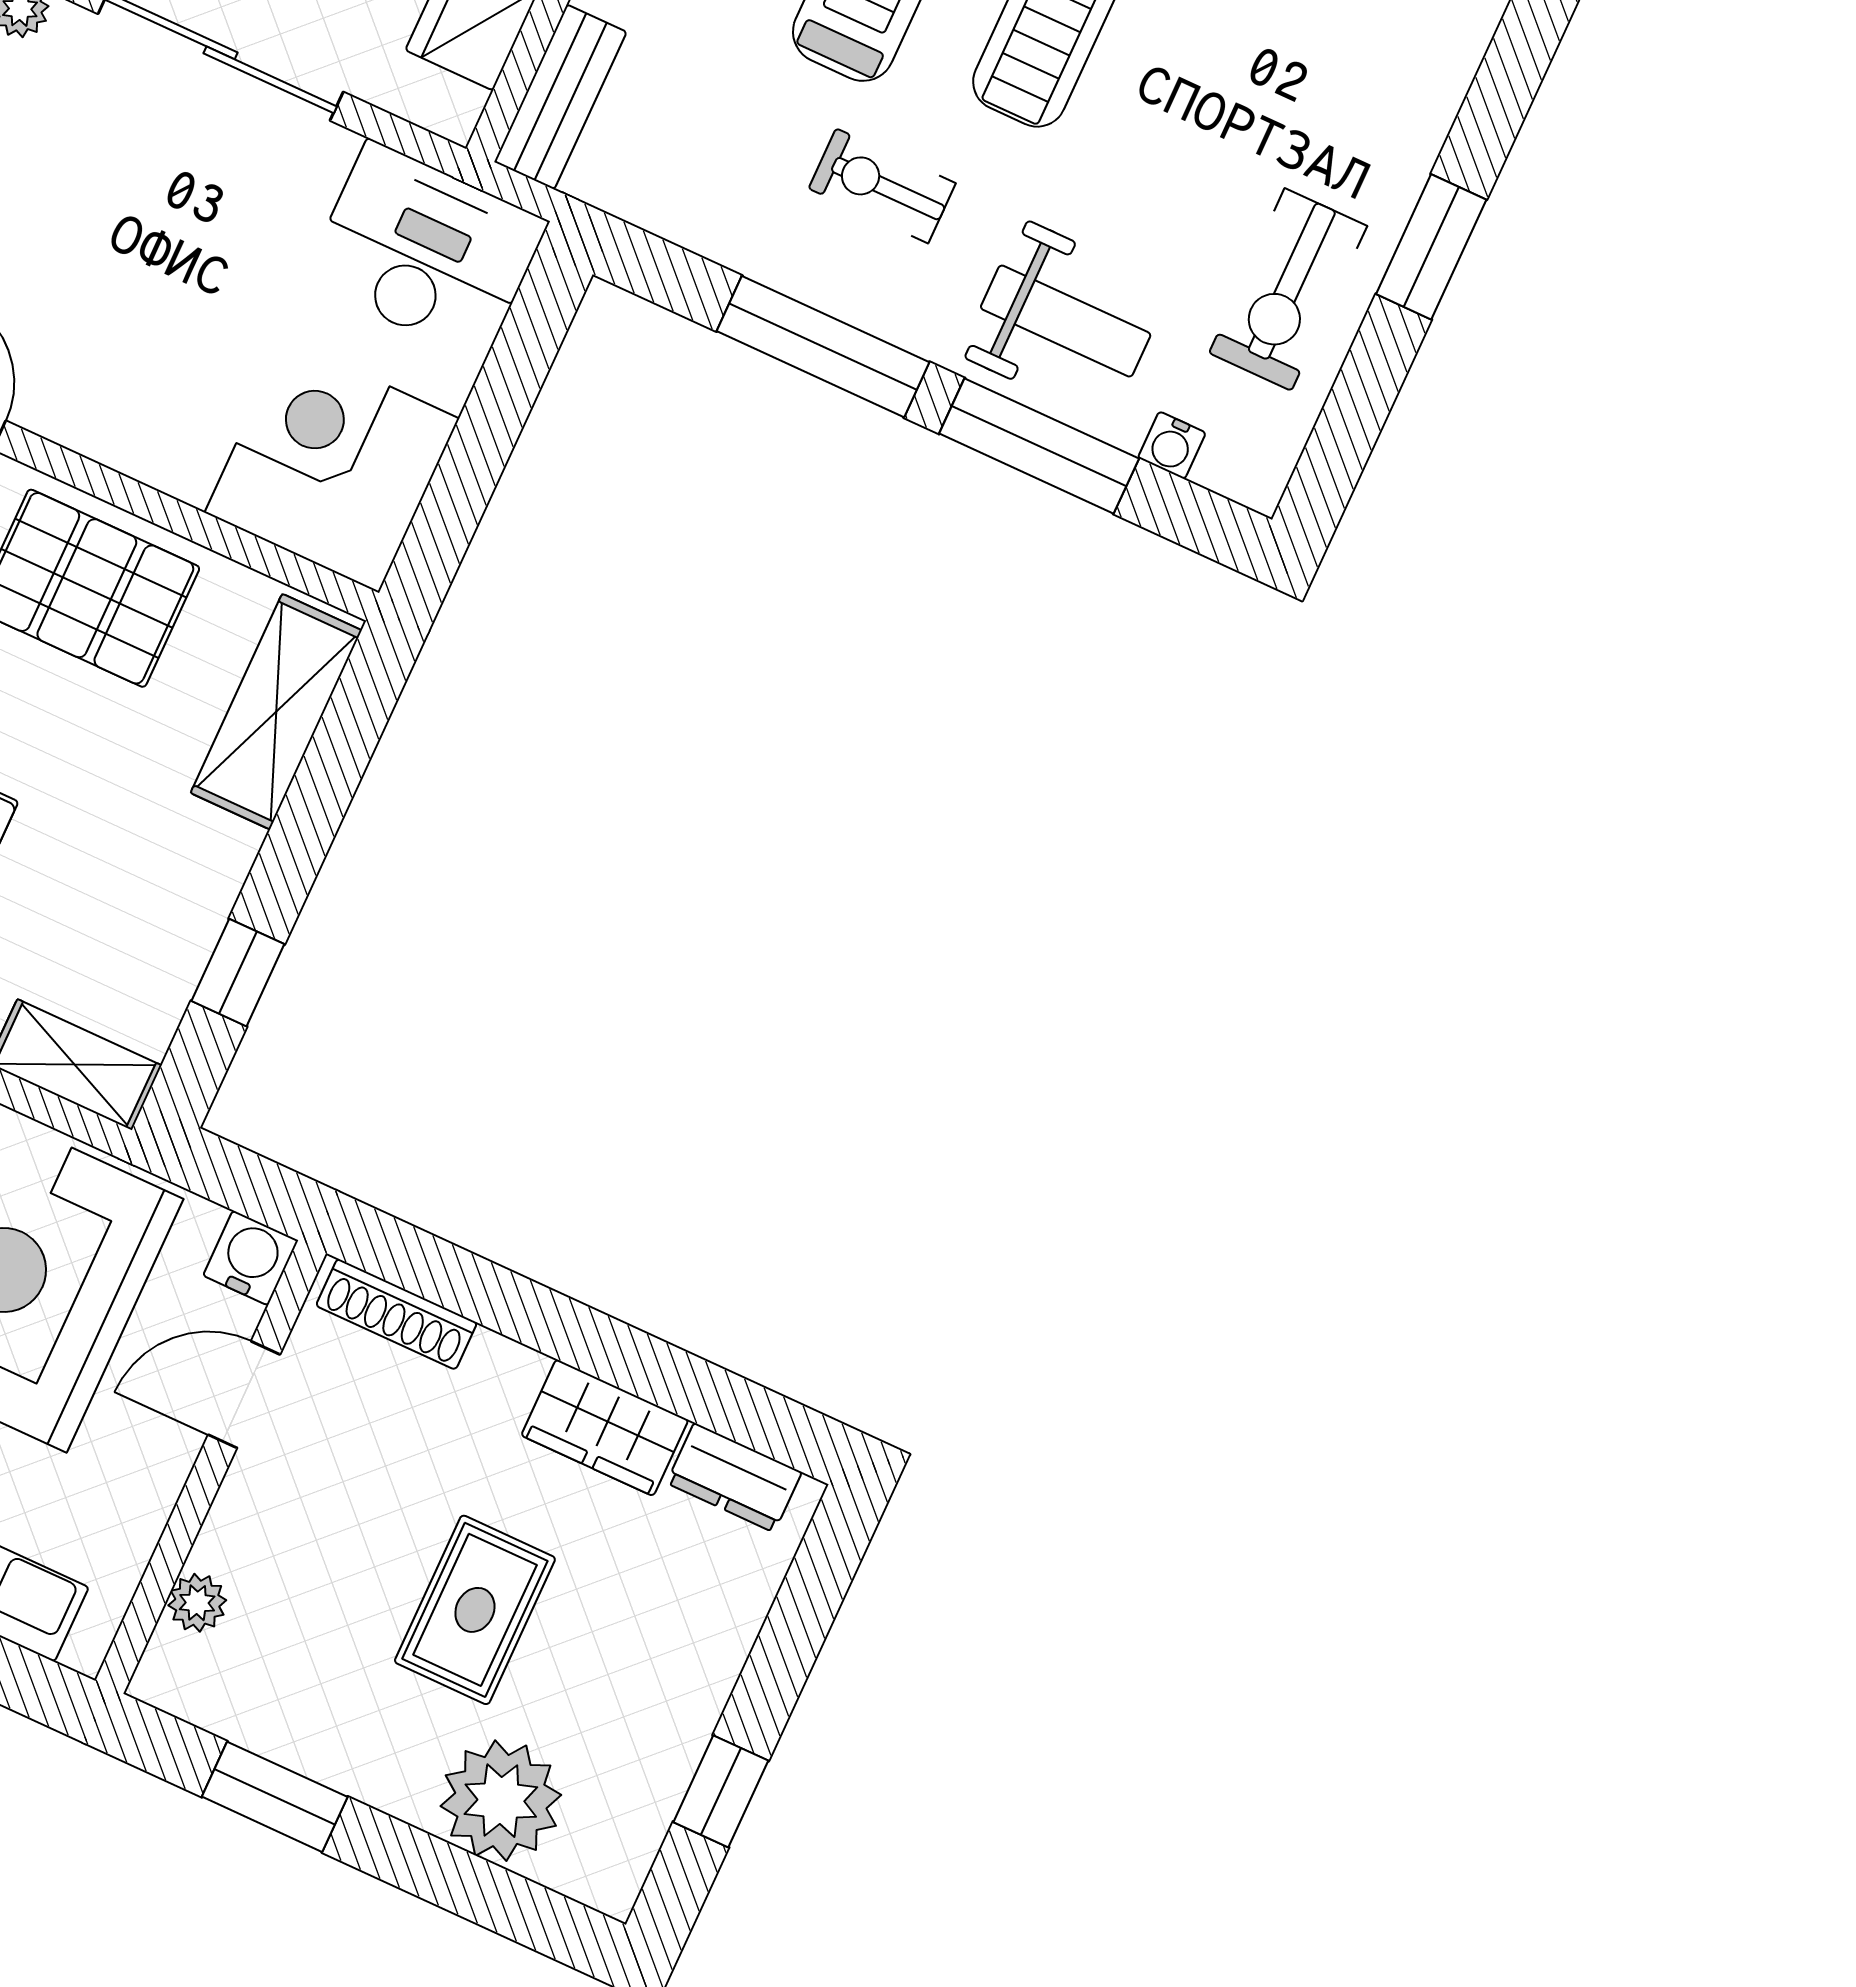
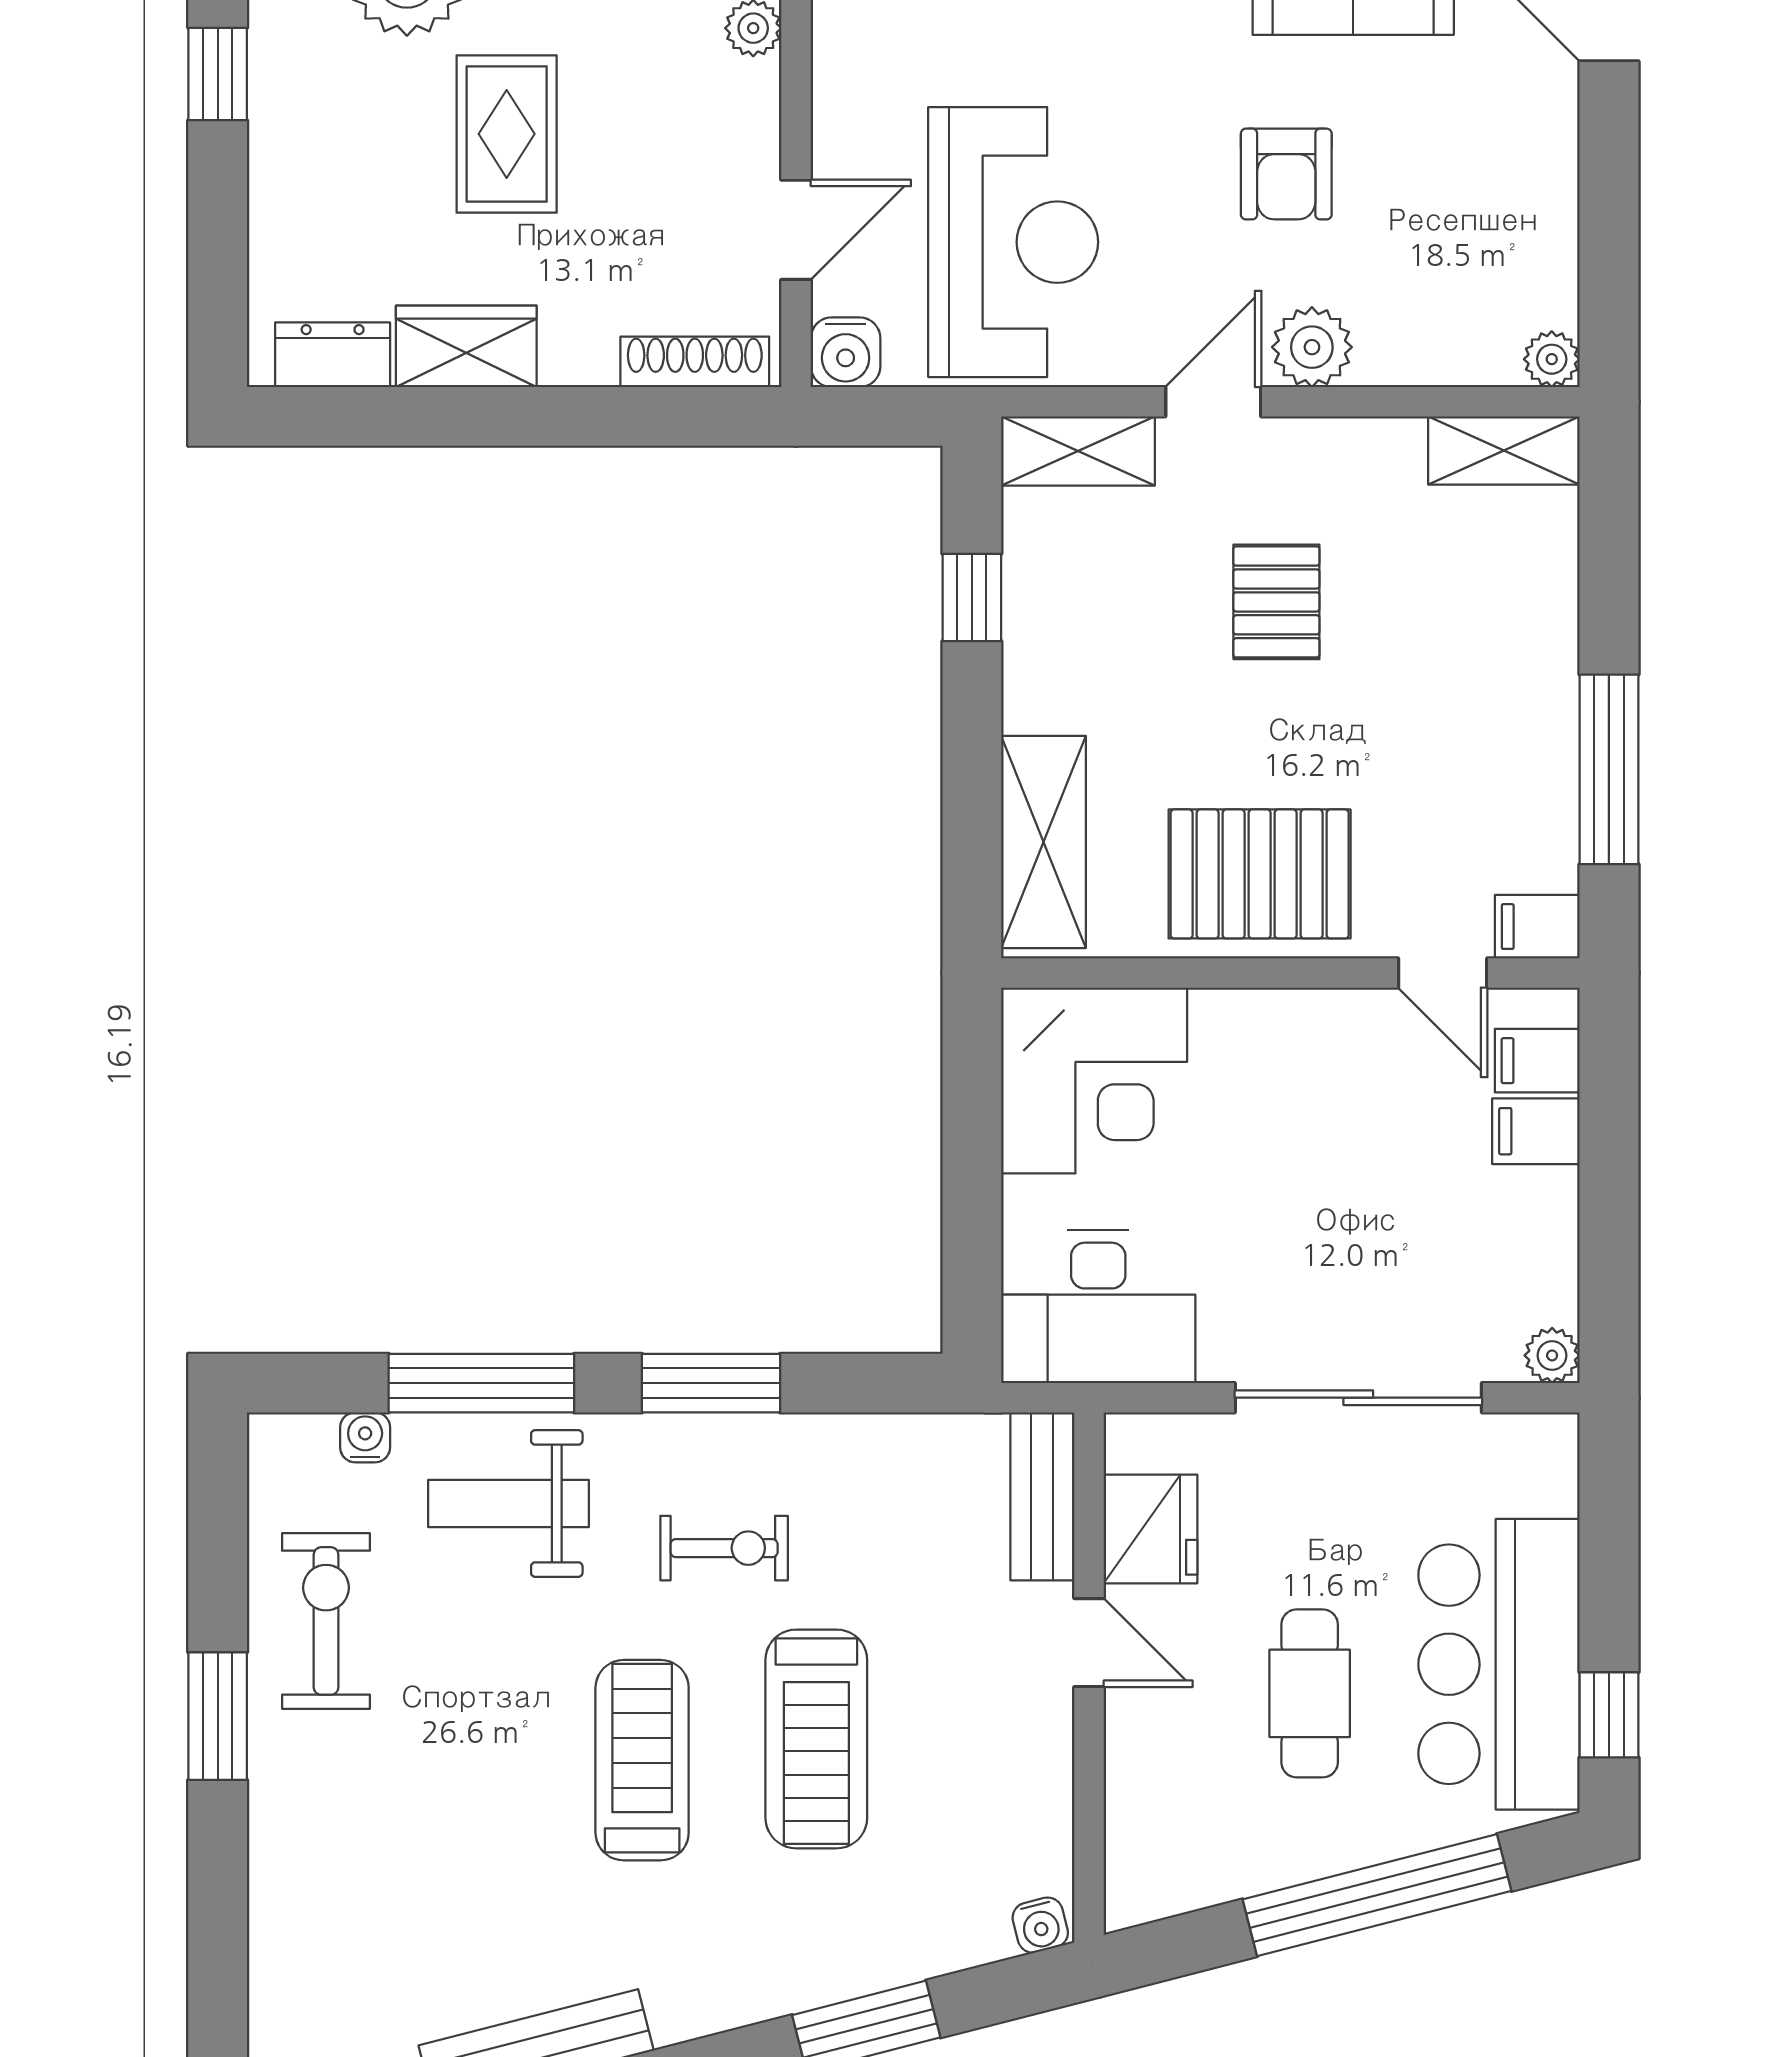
window: (823, 347) -> (711, 1383), width x0.69

